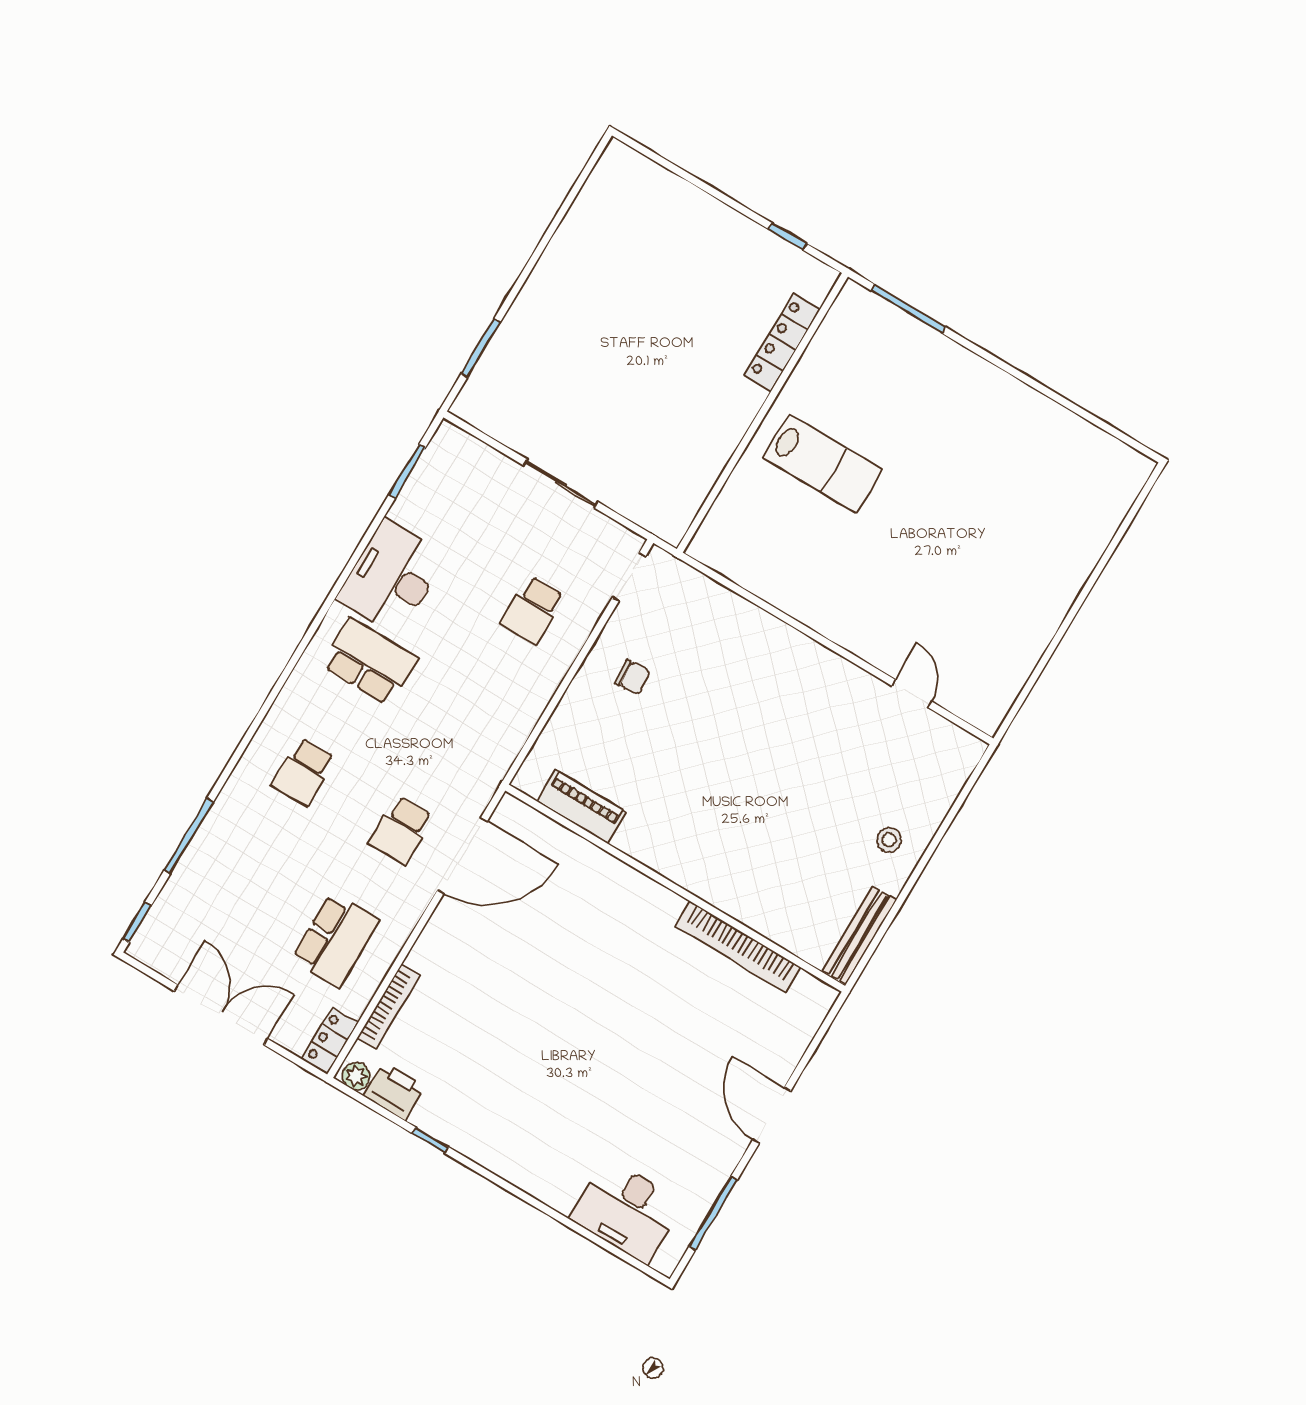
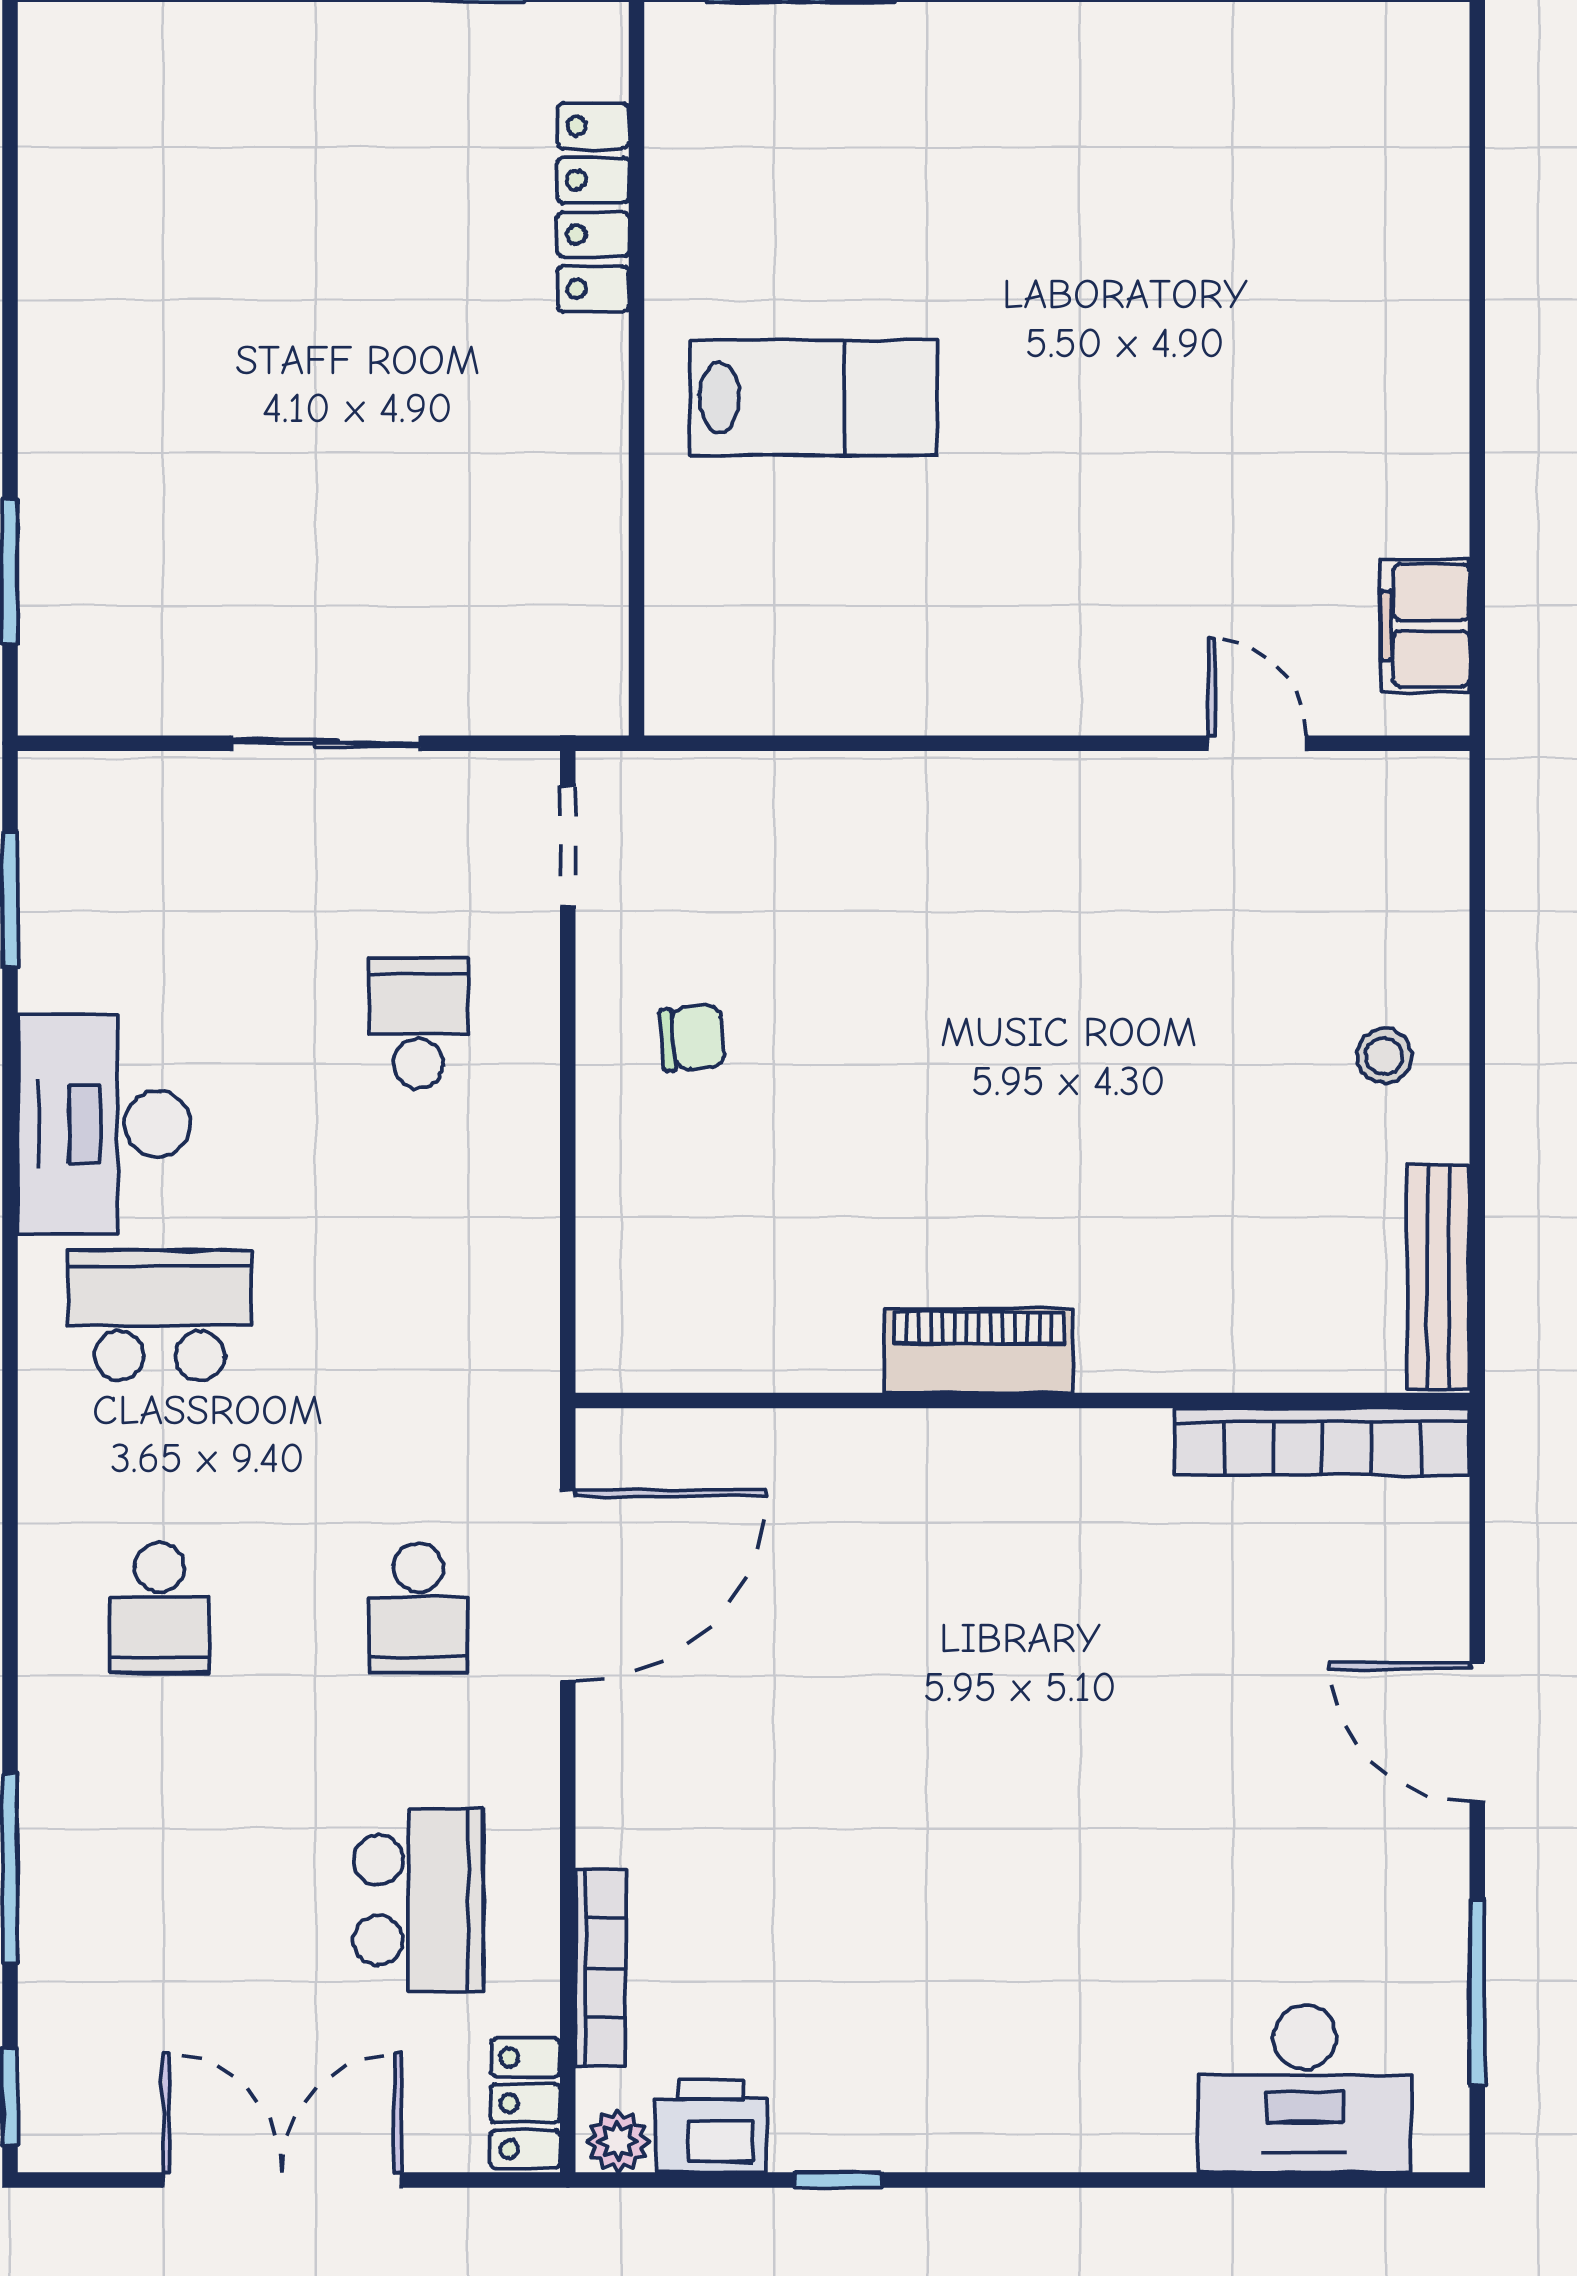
school desk: (533, 610) -> (418, 1023), turned 180
filing cabinet: (1001, 687) -> (1425, 625), added
piano: (581, 807) -> (979, 1351), moved
bookcase: (738, 947) -> (1322, 1442), moved

